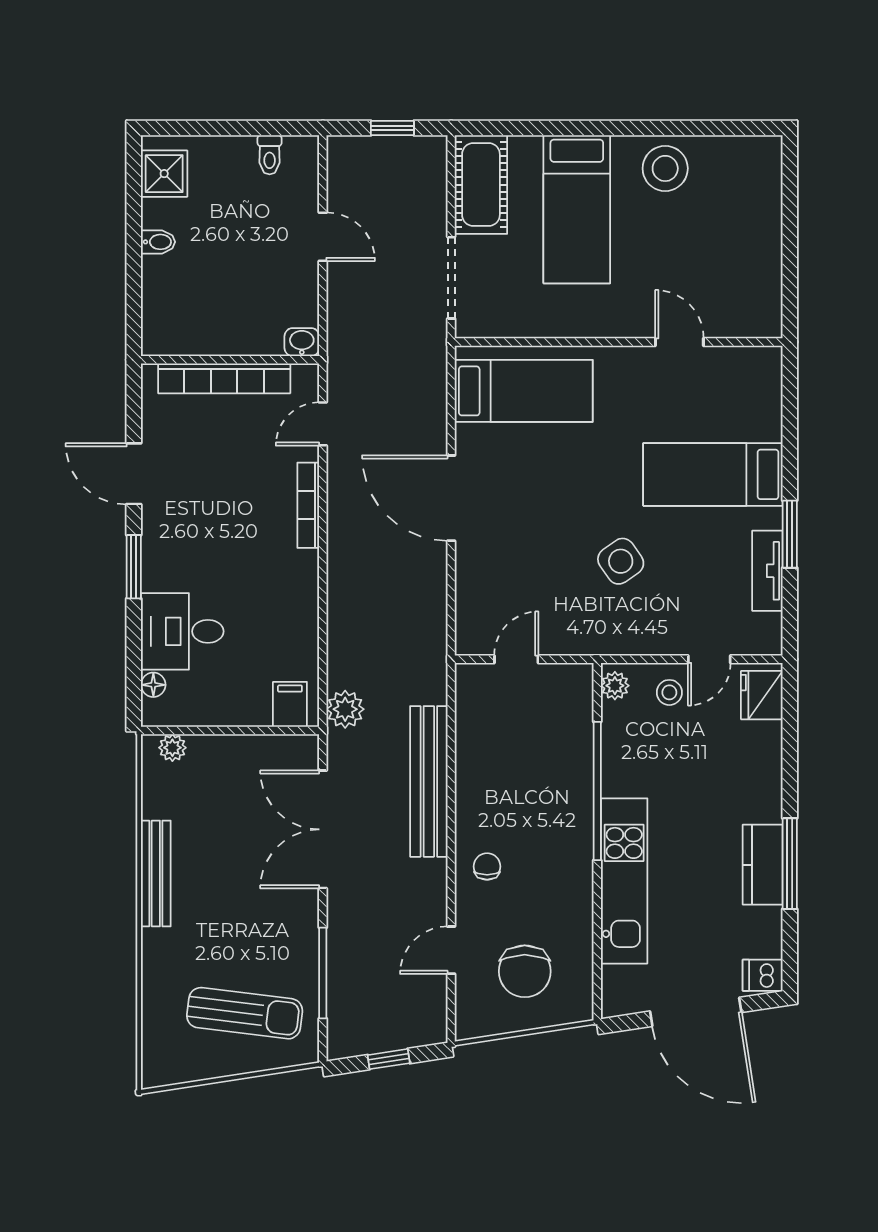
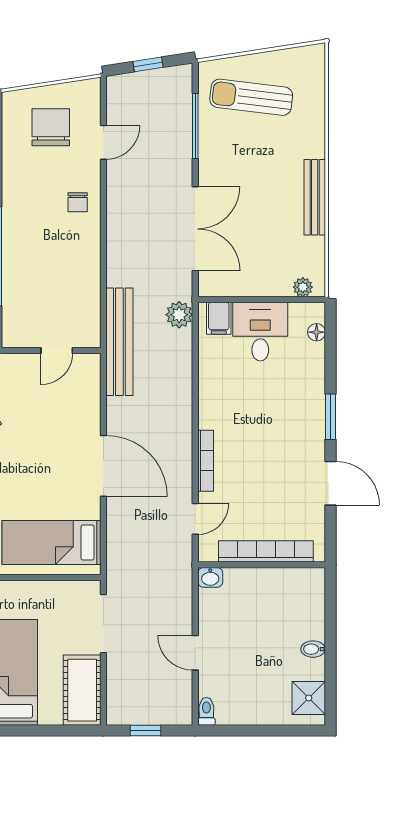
toilet: (270, 155) -> (206, 711), moved
desk: (182, 631) -> (260, 332), moved, turned -90
bench: (429, 781) -> (119, 342), moved

